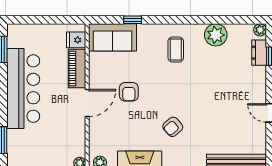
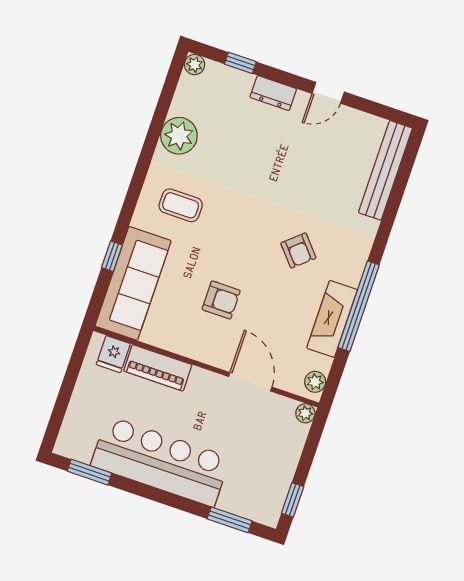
sofa: (112, 37) -> (133, 283), width x1.36
dresser: (259, 53) -> (273, 93), moved
door: (87, 103) -> (250, 382), moved

